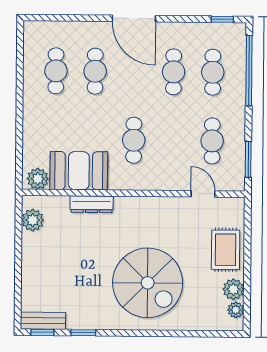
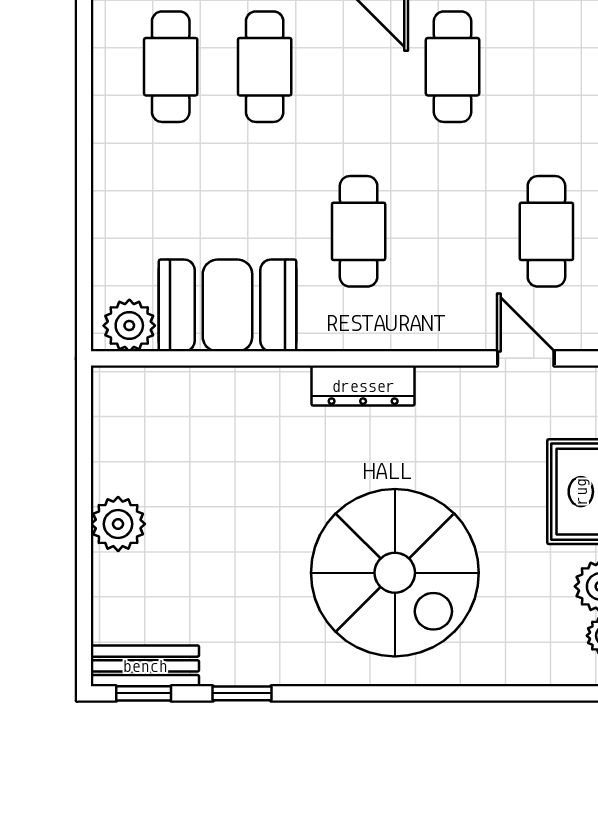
cafe table: (213, 72) -> (546, 67), removed
dresser: (92, 204) -> (363, 386), moved
plant: (33, 220) -> (118, 524), moved

